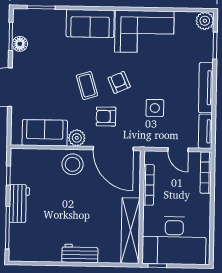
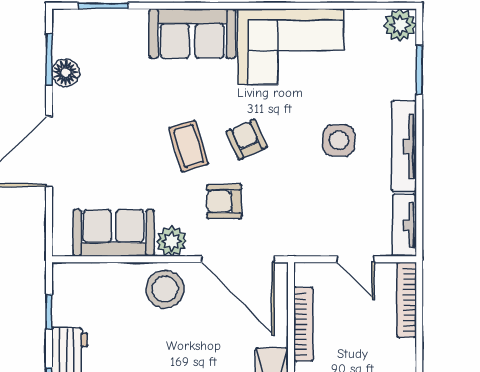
side table: (155, 108) -> (339, 140), moved

